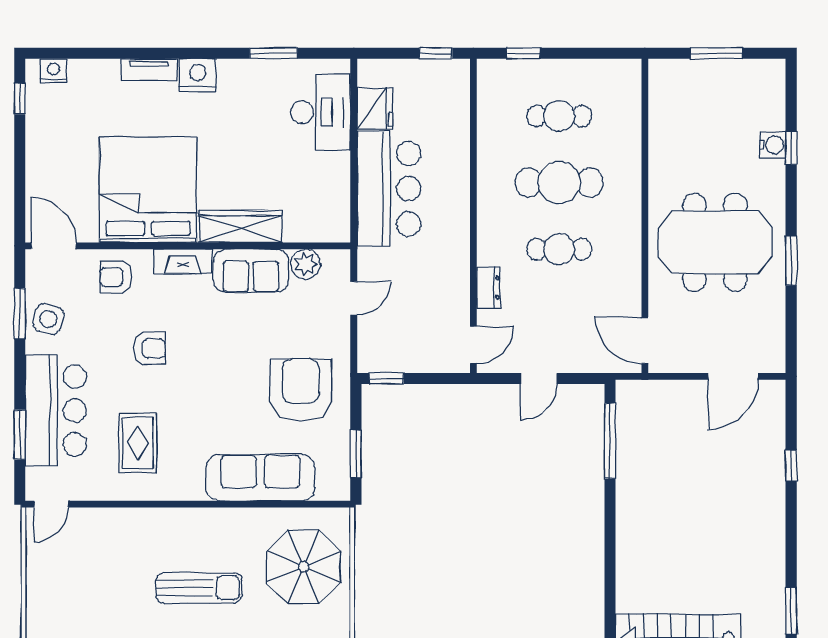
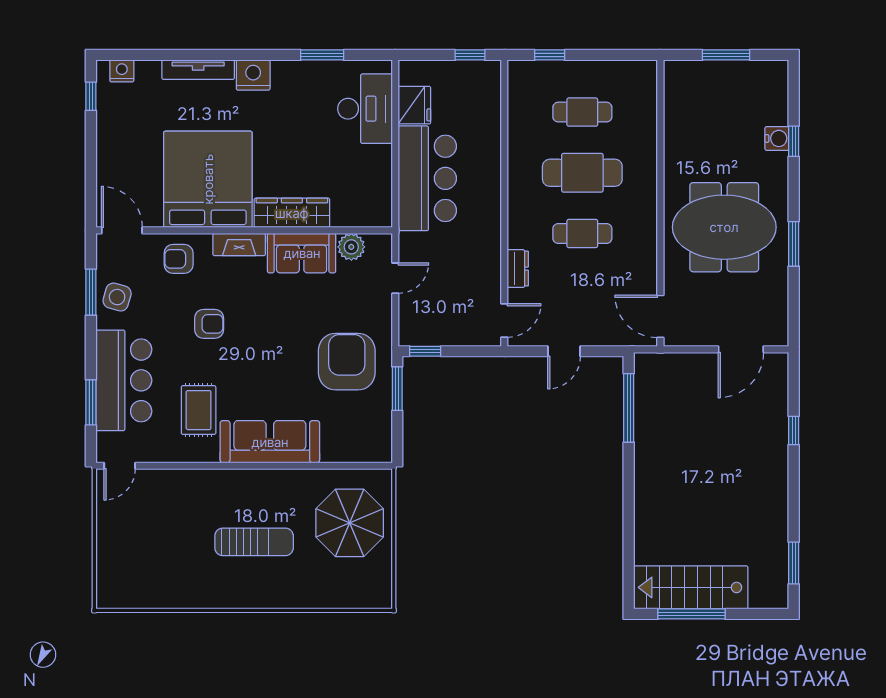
tv unit: (149, 69) -> (198, 70), width x1.41
window: (356, 454) -> (397, 389), moved
sofa: (260, 478) -> (270, 442), moved

